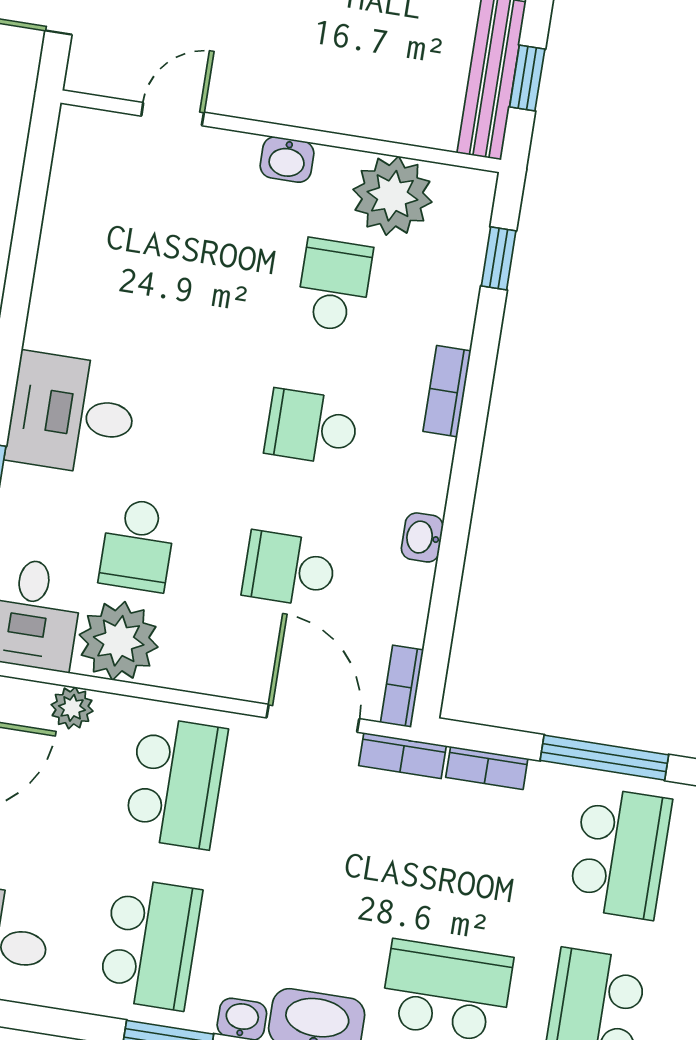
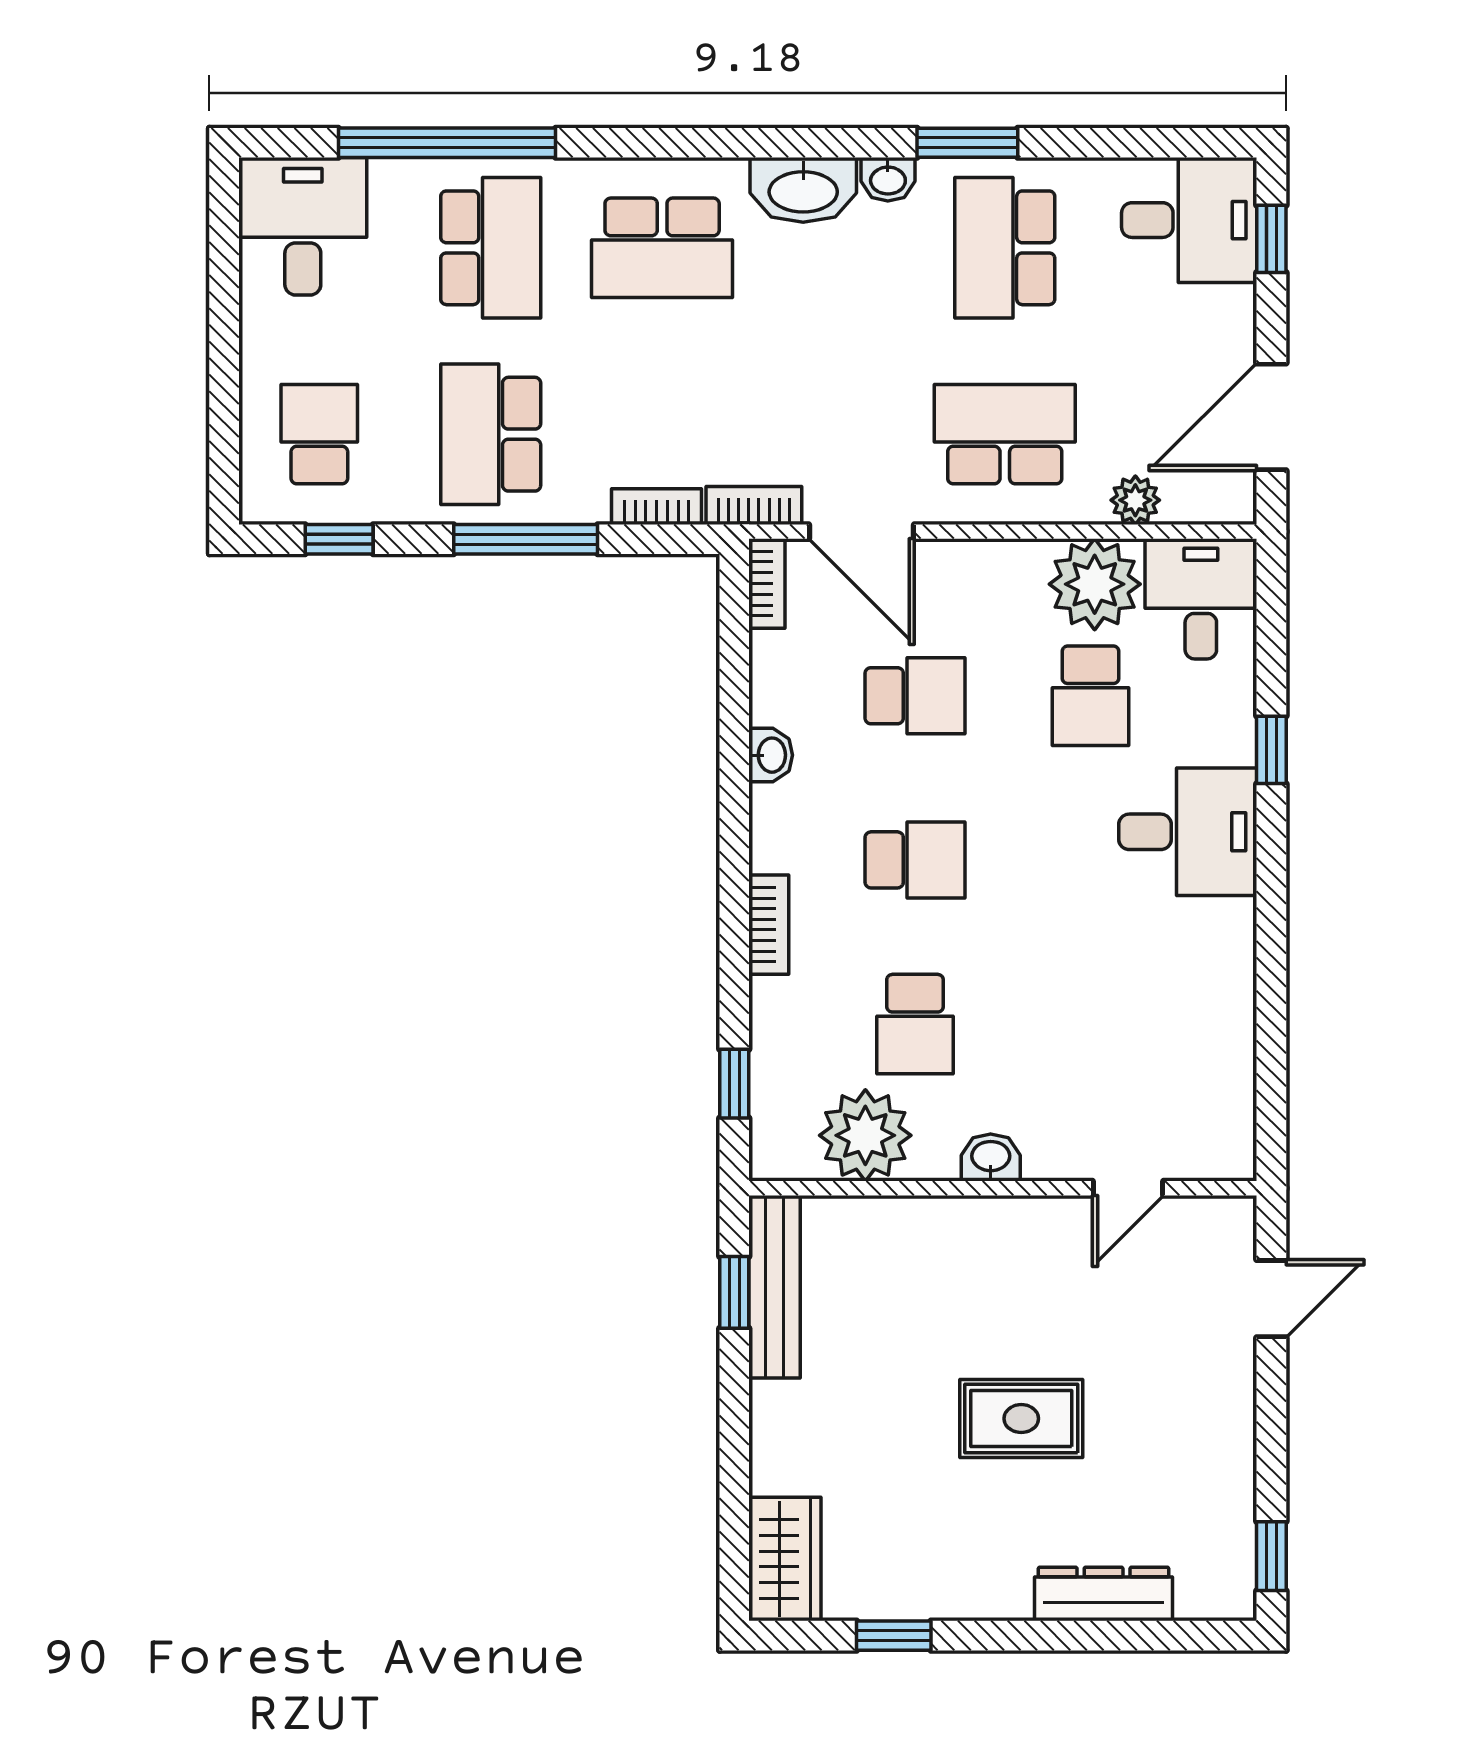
school desk: (137, 545) -> (1091, 696), turned 180
school desk: (176, 783) -> (1005, 434), turned 90

